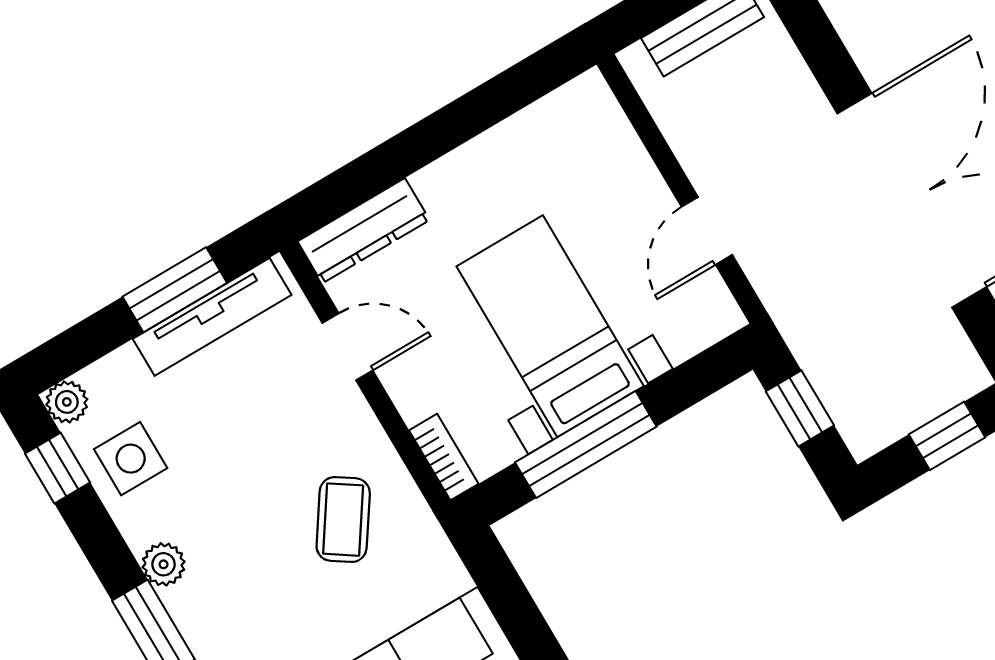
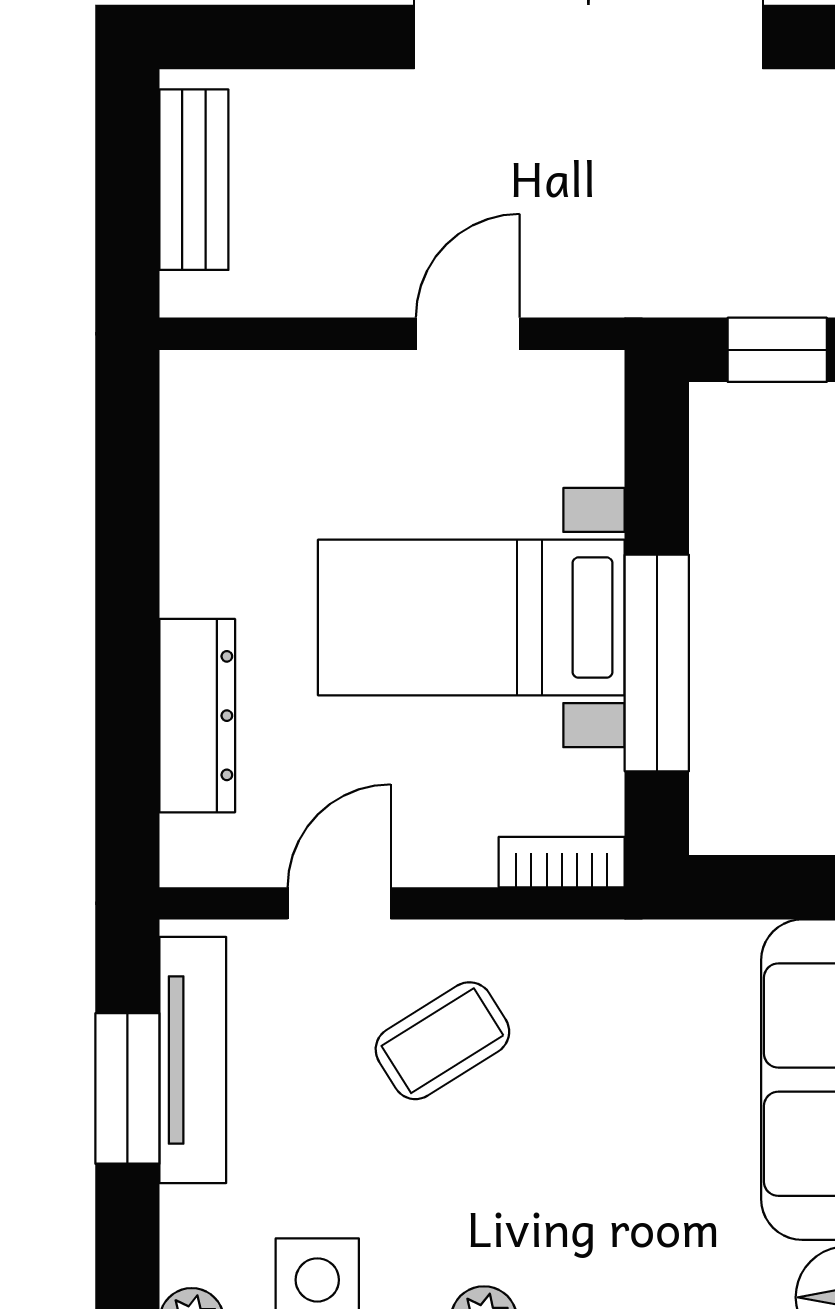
dresser: (364, 231) -> (197, 716), moved
door: (707, 231) -> (468, 334), swing flipped
coffee table: (343, 520) -> (442, 1041), moved, turned -66

